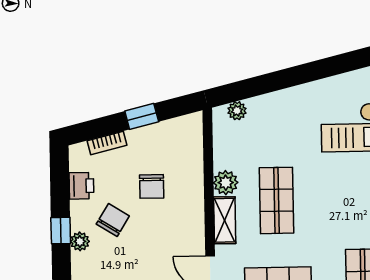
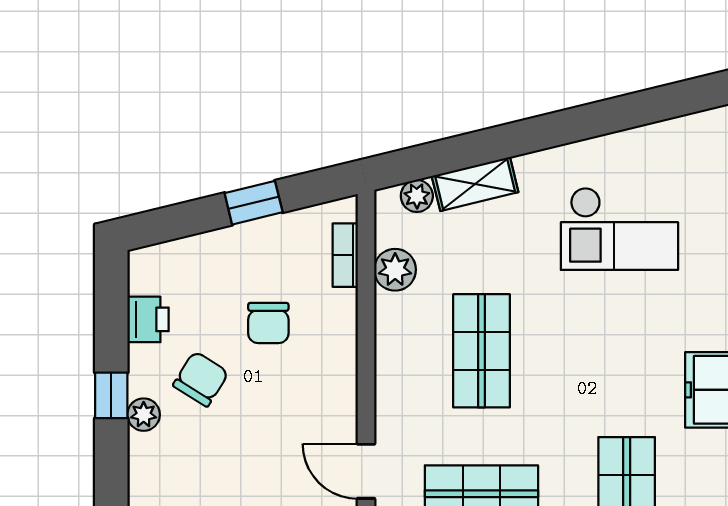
bookcase: (107, 143) -> (345, 255), moved, turned 104
plant: (226, 183) -> (395, 270), moved
shelving: (225, 220) -> (475, 184), moved, turned 76

